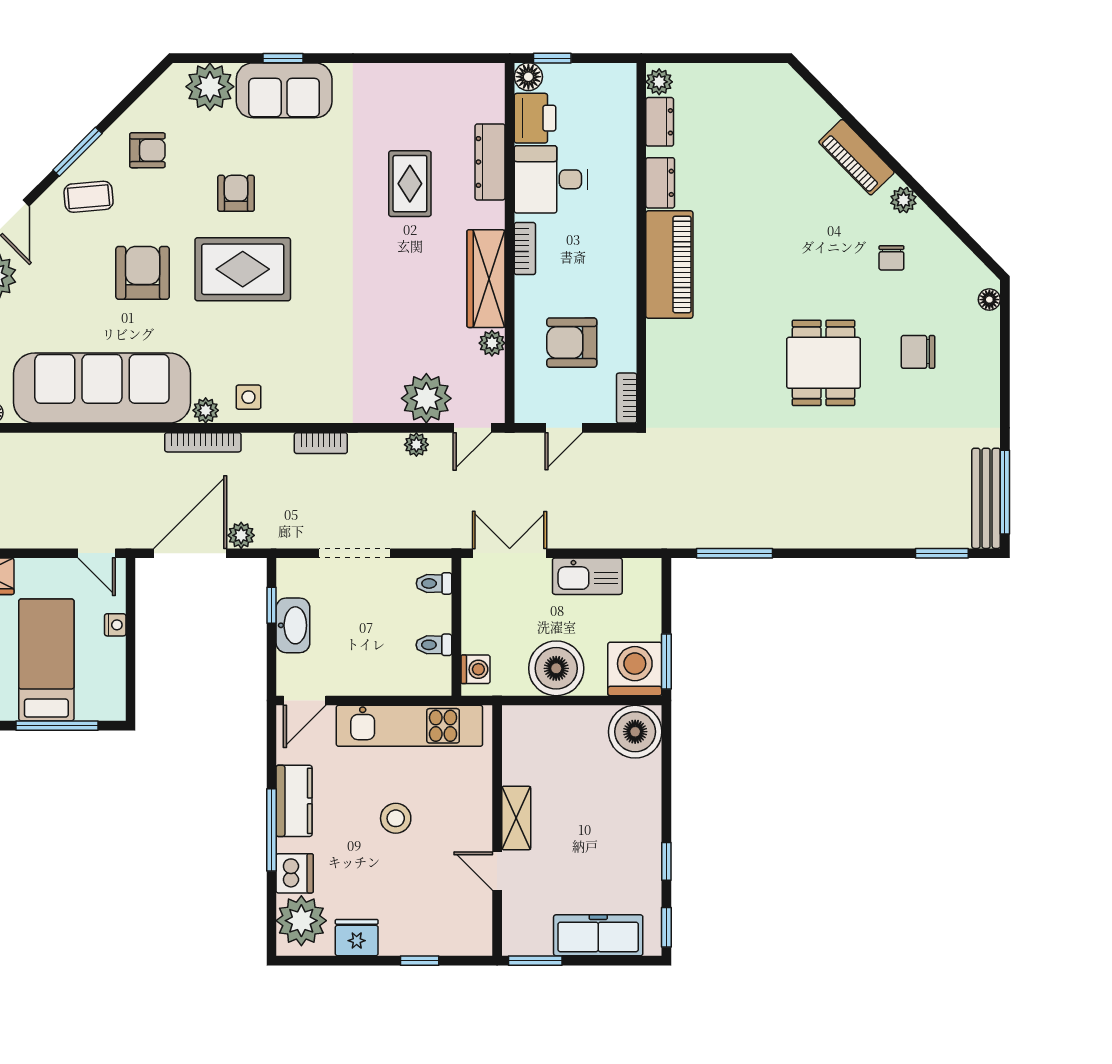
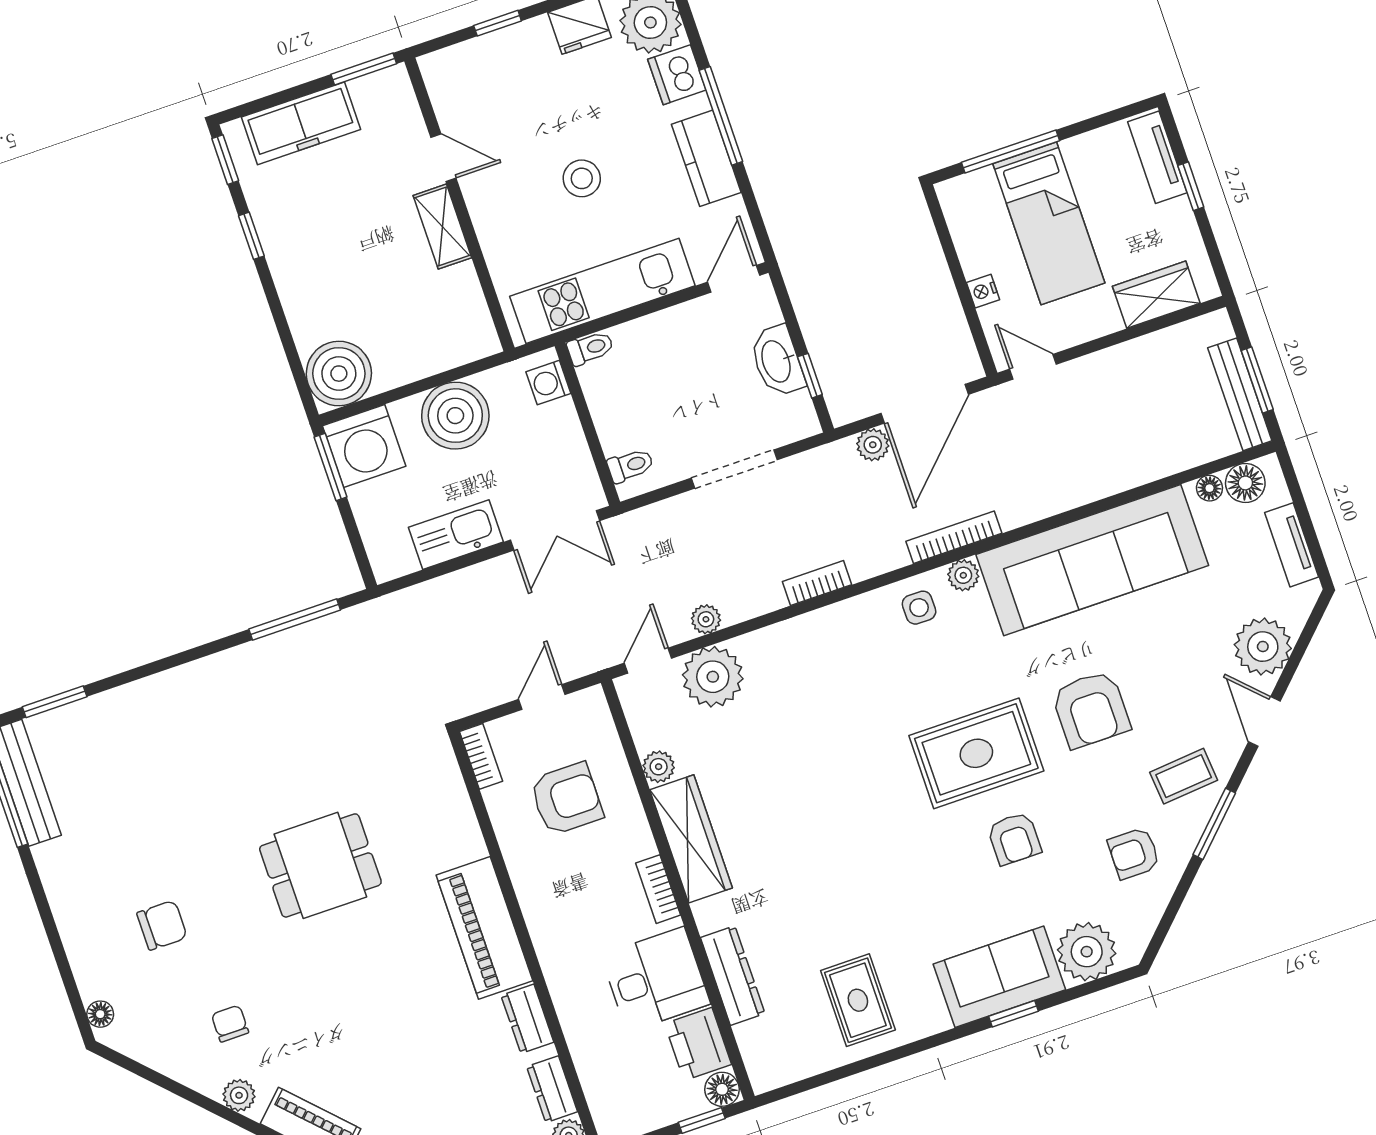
rug: (410, 184) -> (858, 1000), moved
dining table: (824, 363) -> (320, 865), moved, turned 90
toilet: (434, 645) -> (590, 348), moved

